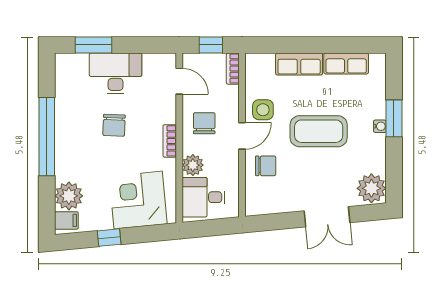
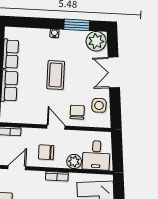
side table: (263, 110) -> (99, 105), moved
window: (394, 118) -> (77, 25), moved
coffee table: (319, 131) -> (56, 75), width x0.73, depth x0.76
double door: (327, 217) -> (114, 72), swing flipped

